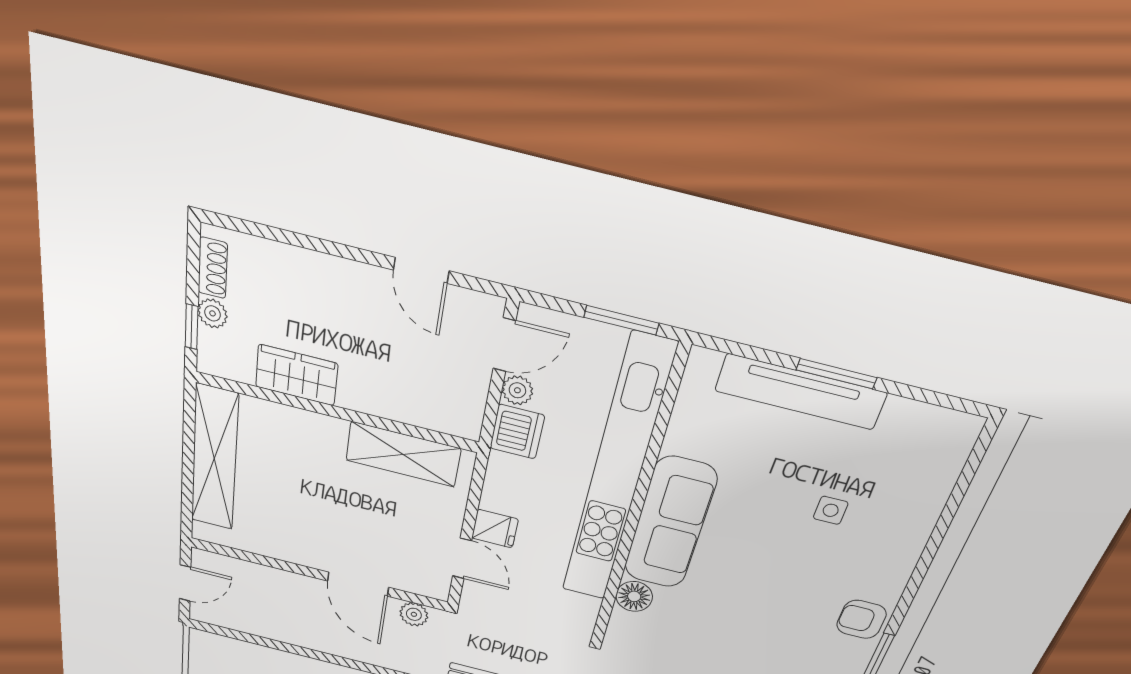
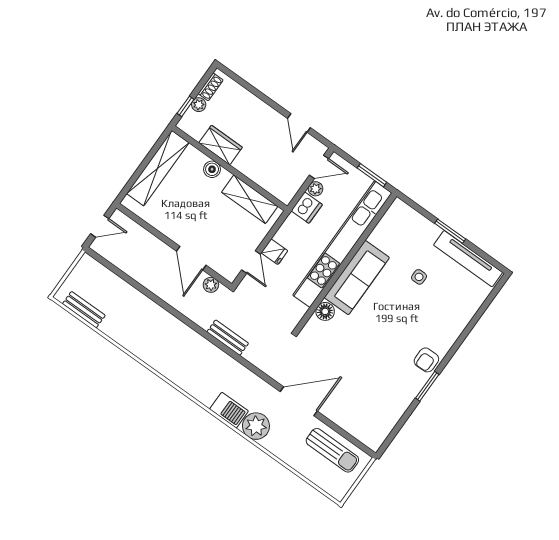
tv unit: (800, 392) -> (468, 259), moved
boiler: (307, 426) -> (212, 169), added
side table: (831, 510) -> (419, 277), moved
armchair: (861, 619) -> (426, 360), turned -90

